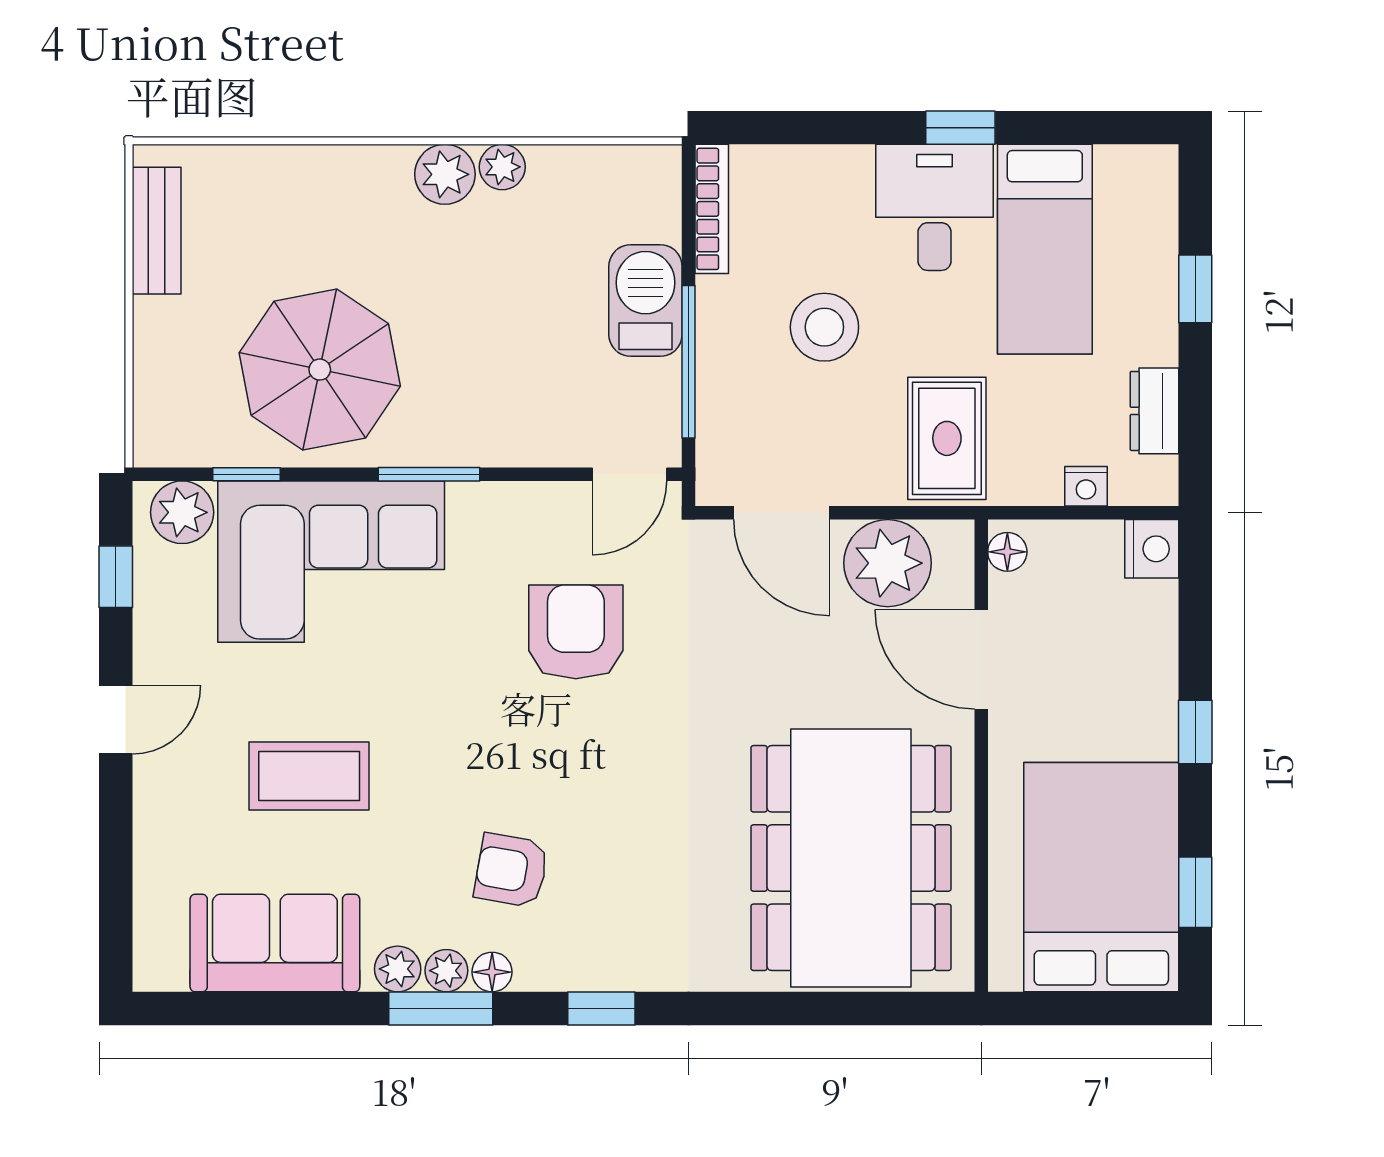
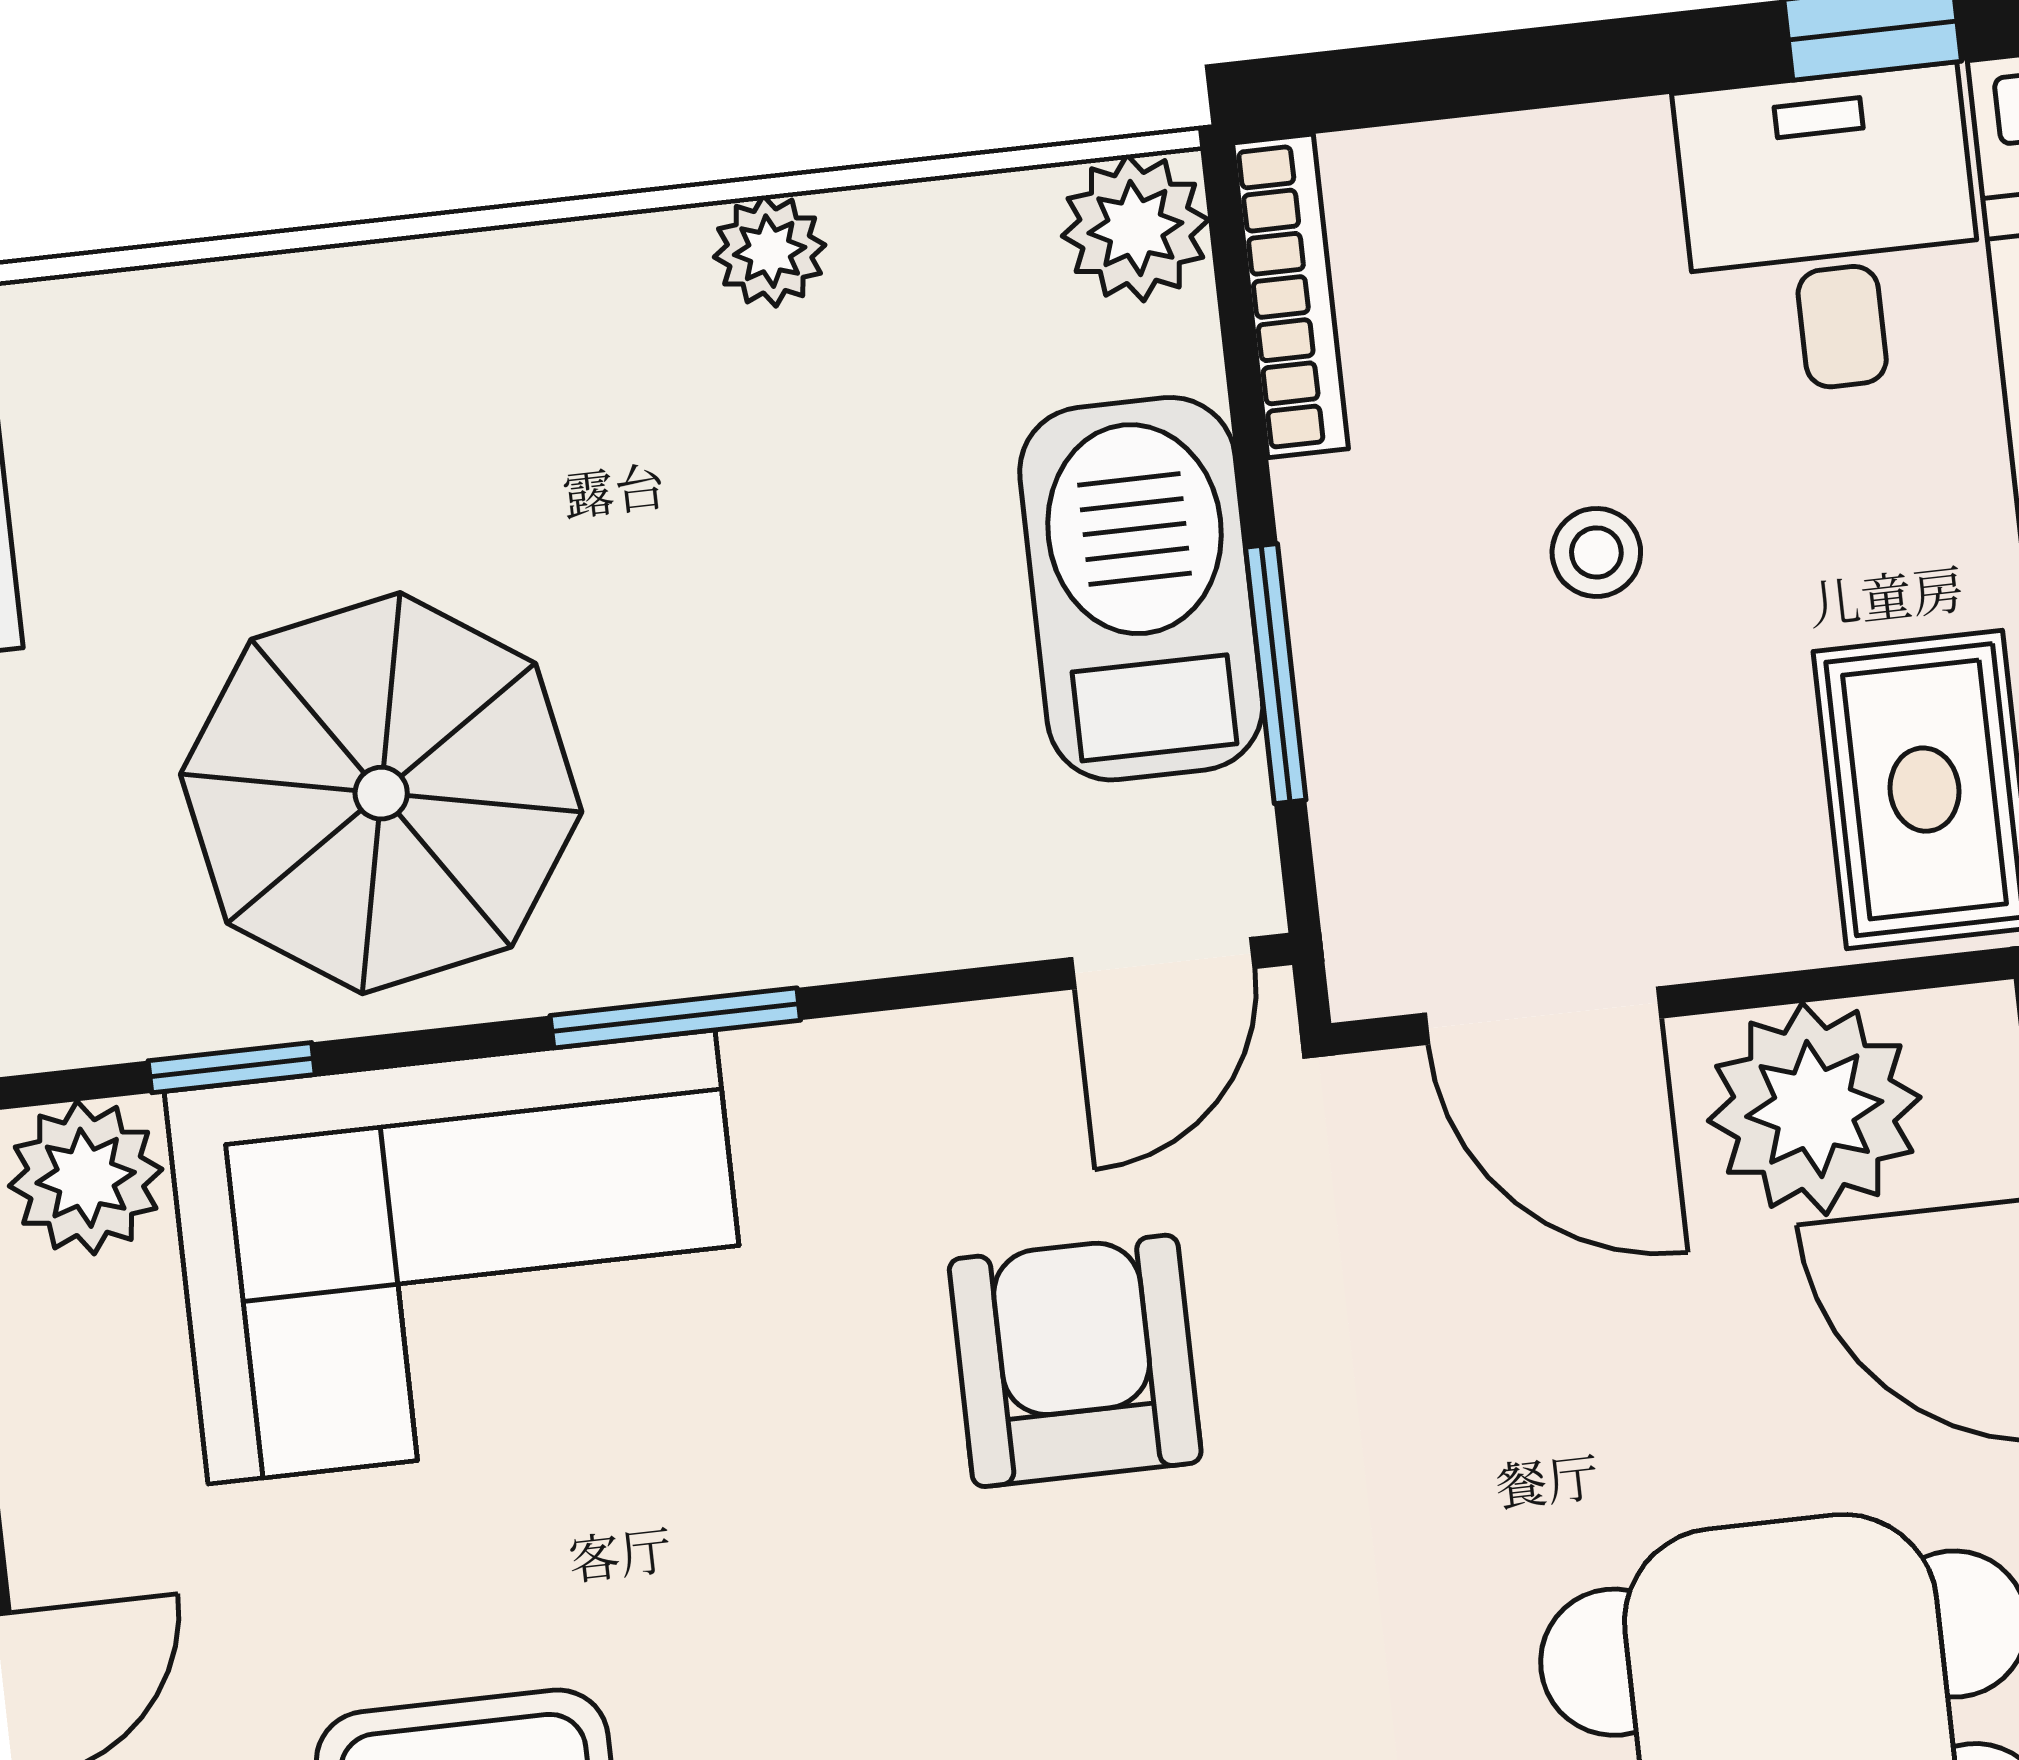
plant: (445, 174) -> (1135, 228), moved
barbecue: (645, 301) -> (1141, 589), width x1.37, depth x1.21
stool: (824, 327) -> (1596, 552), width x0.53, depth x0.53
window: (689, 362) -> (1276, 674), width x0.69

